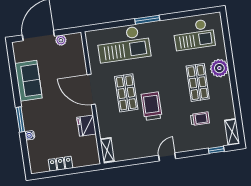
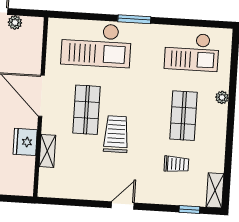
plant: (219, 68) -> (222, 97), width x0.53, depth x0.53
shelving: (107, 150) -> (47, 151), moved

